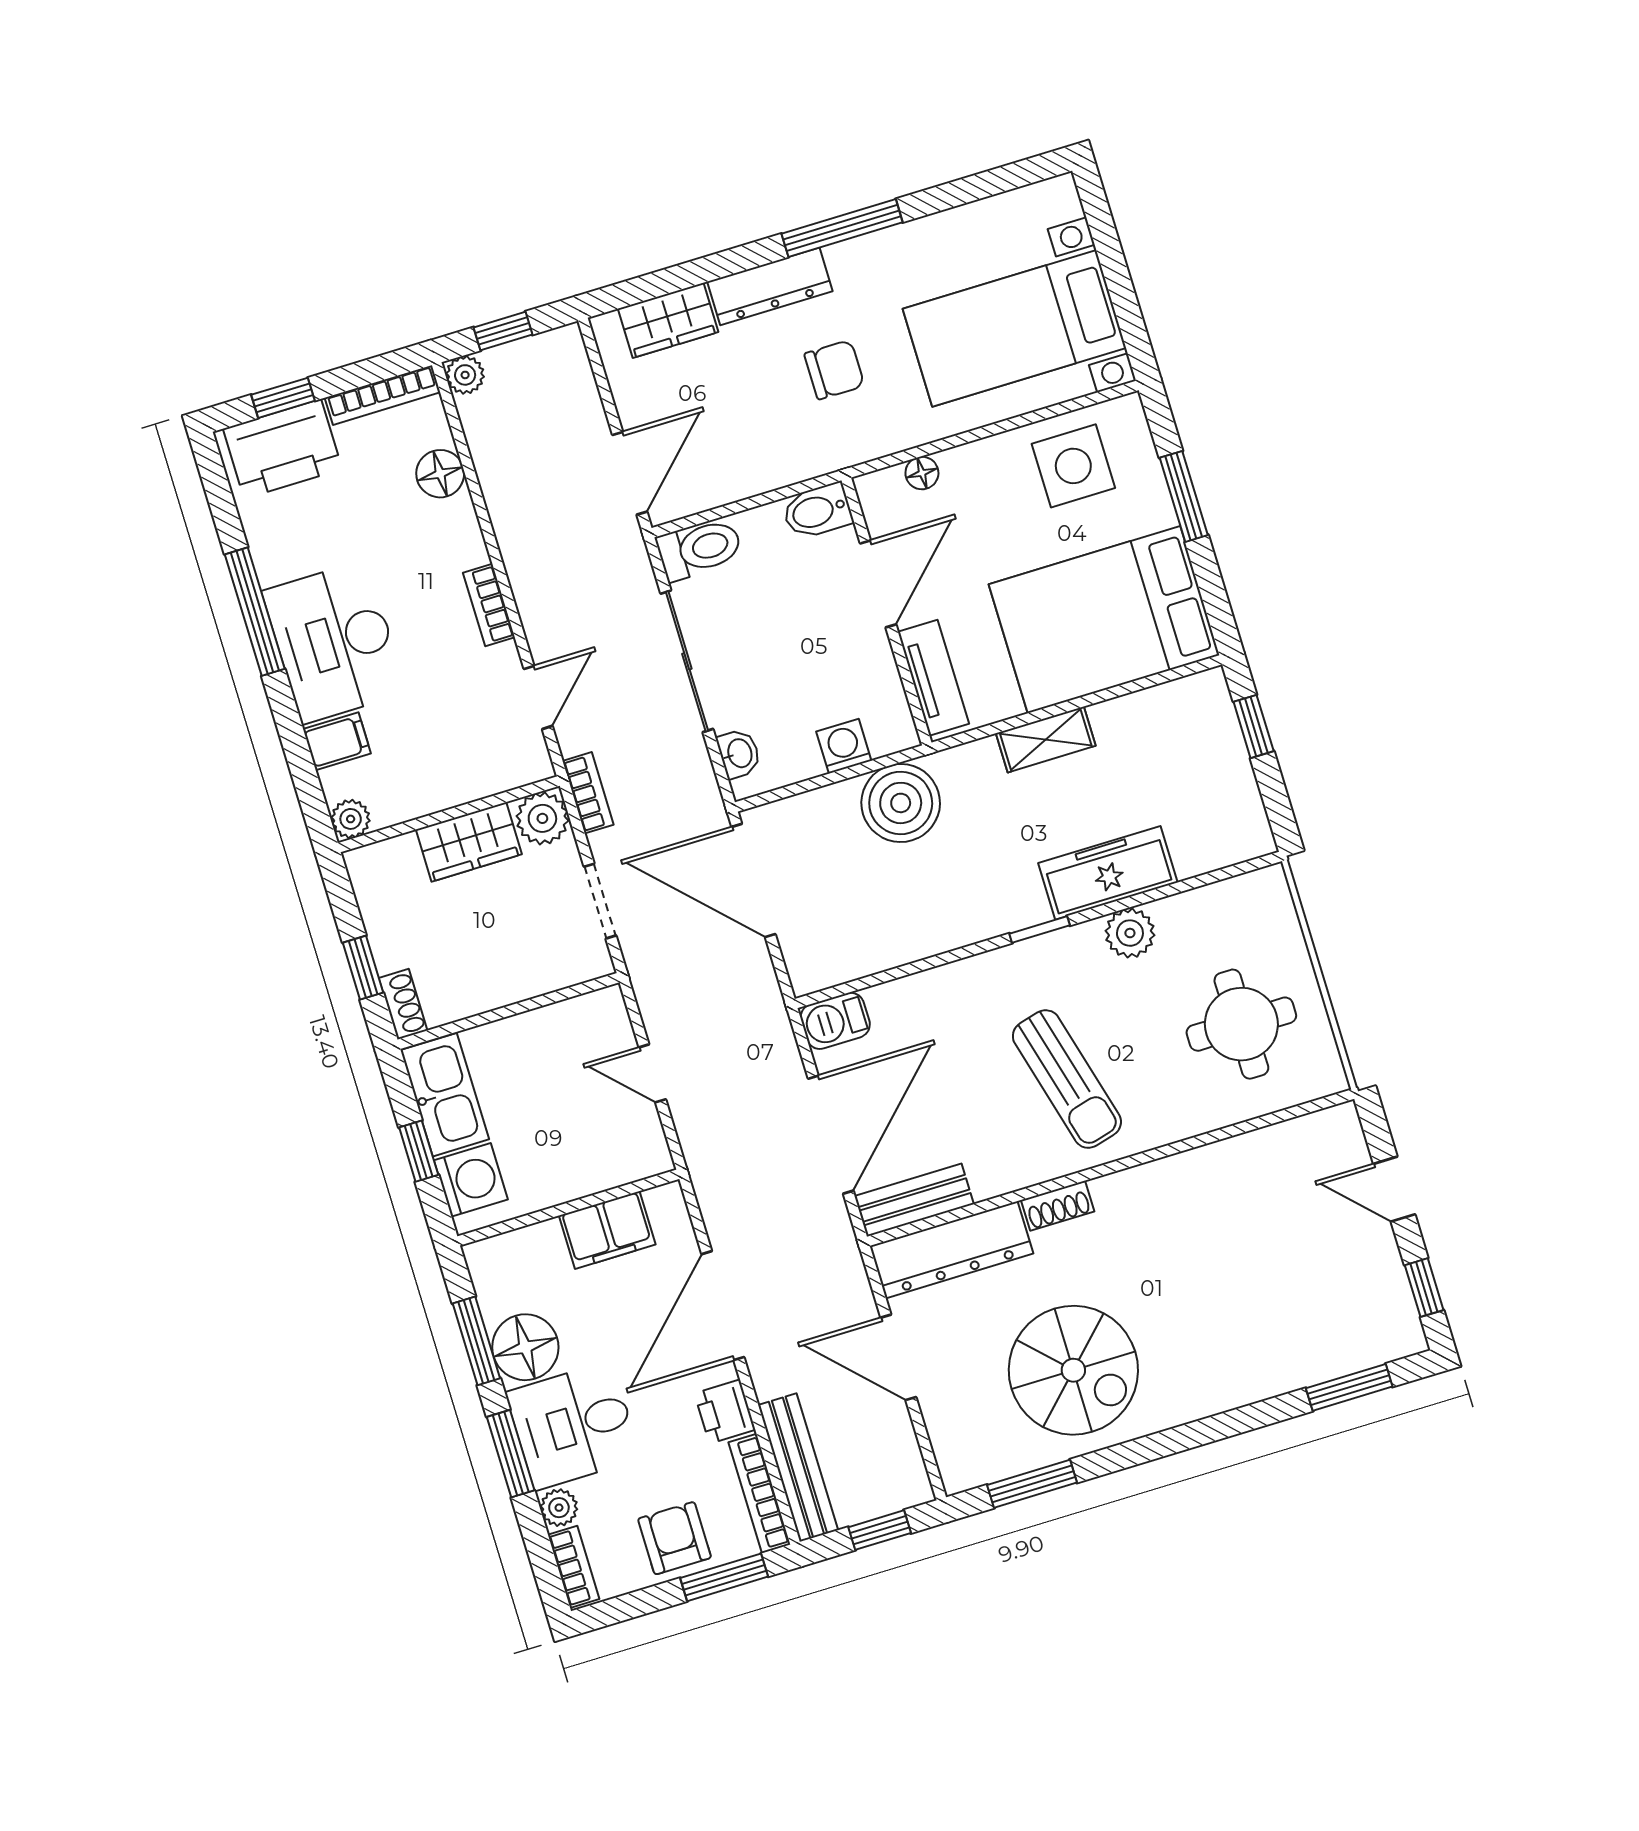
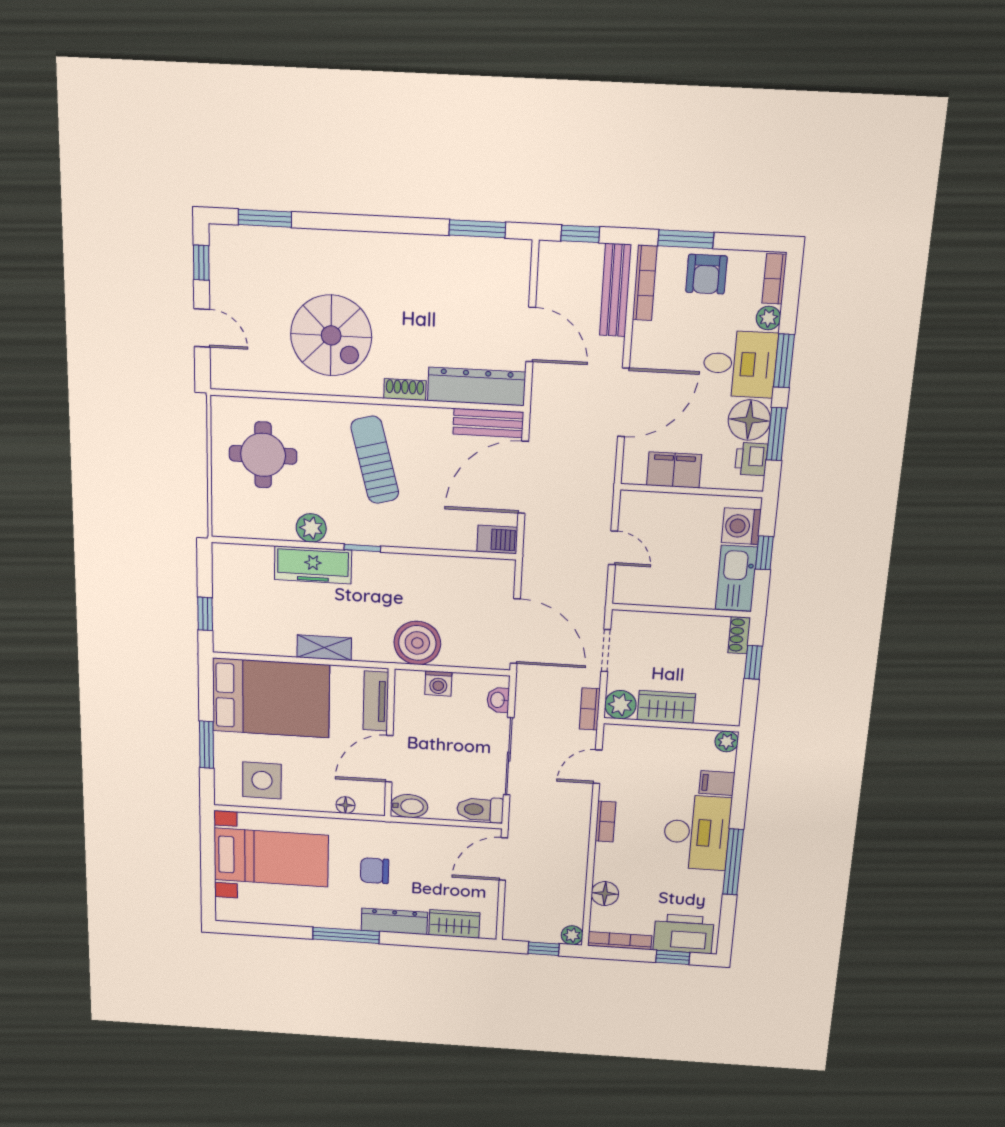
spiral stairs: (1073, 1370) -> (331, 335), moved, turned 180
printer: (725, 1412) -> (751, 459), moved, turned 180

